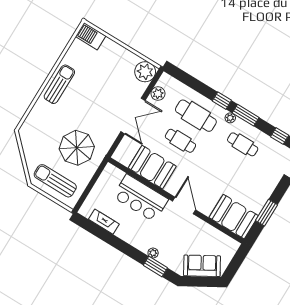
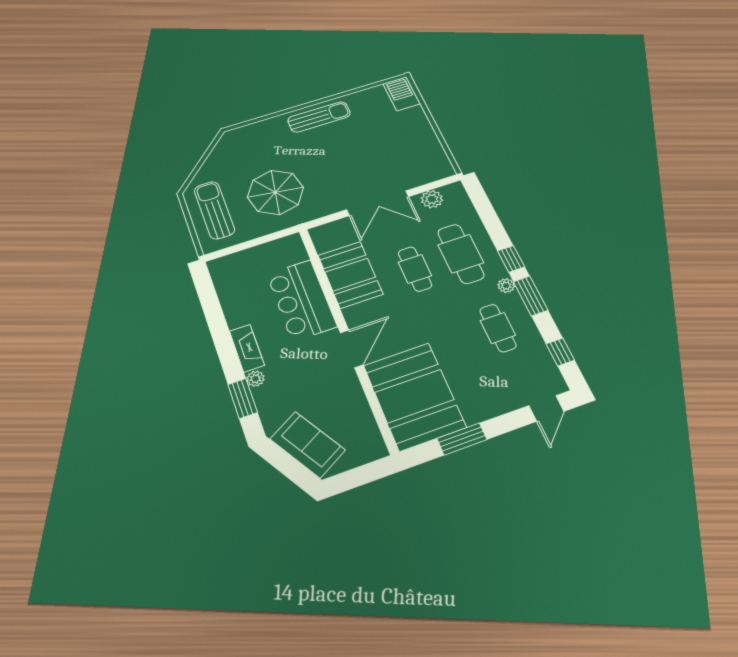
plant: (145, 72) -> (436, 167), removed
booth: (234, 217) -> (414, 396), width x1.36, depth x1.42
fireplace: (104, 222) -> (247, 348), moved

